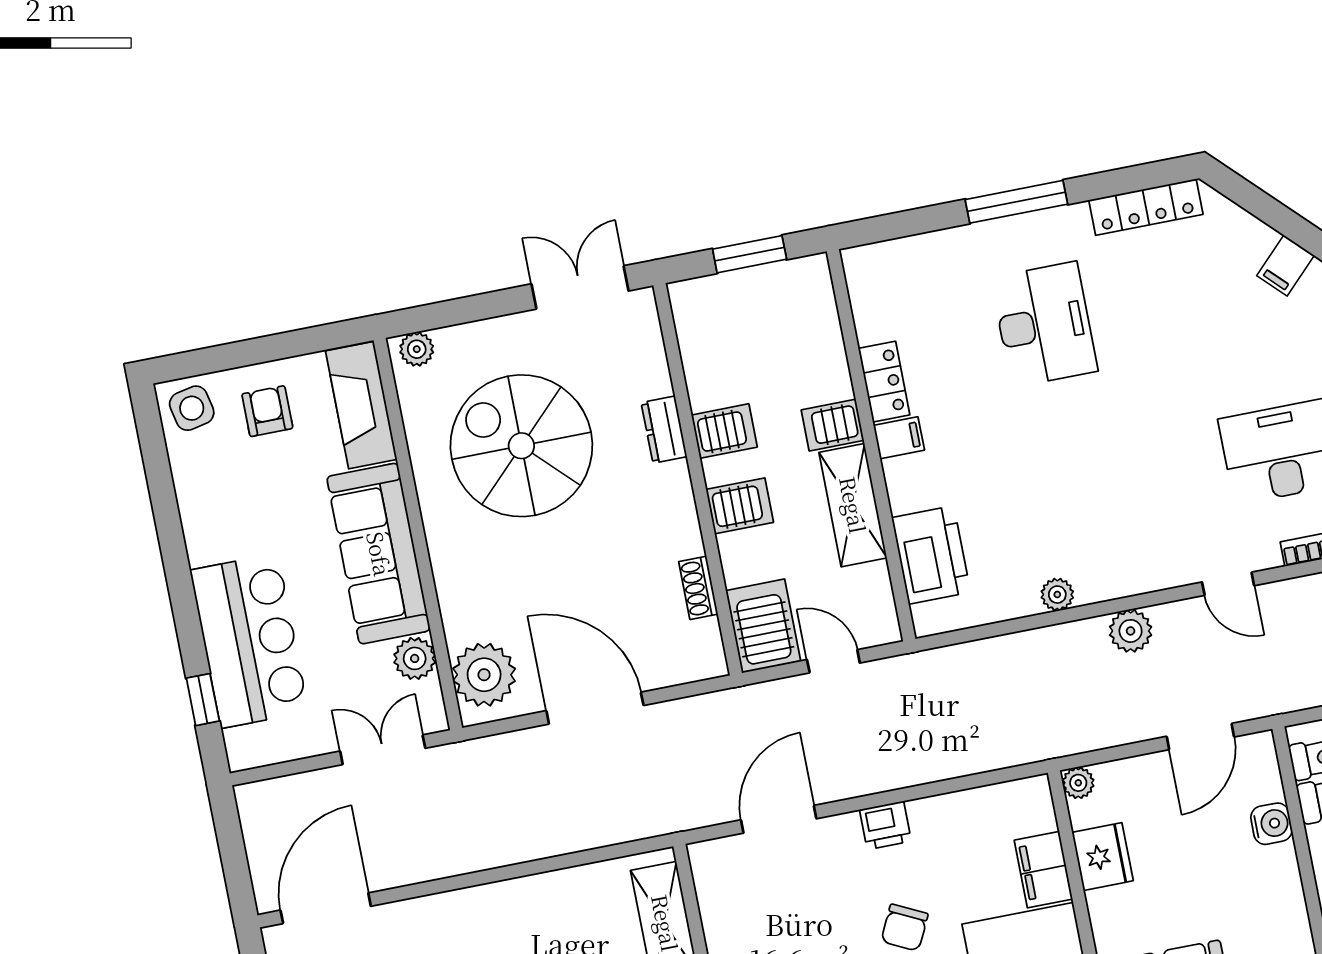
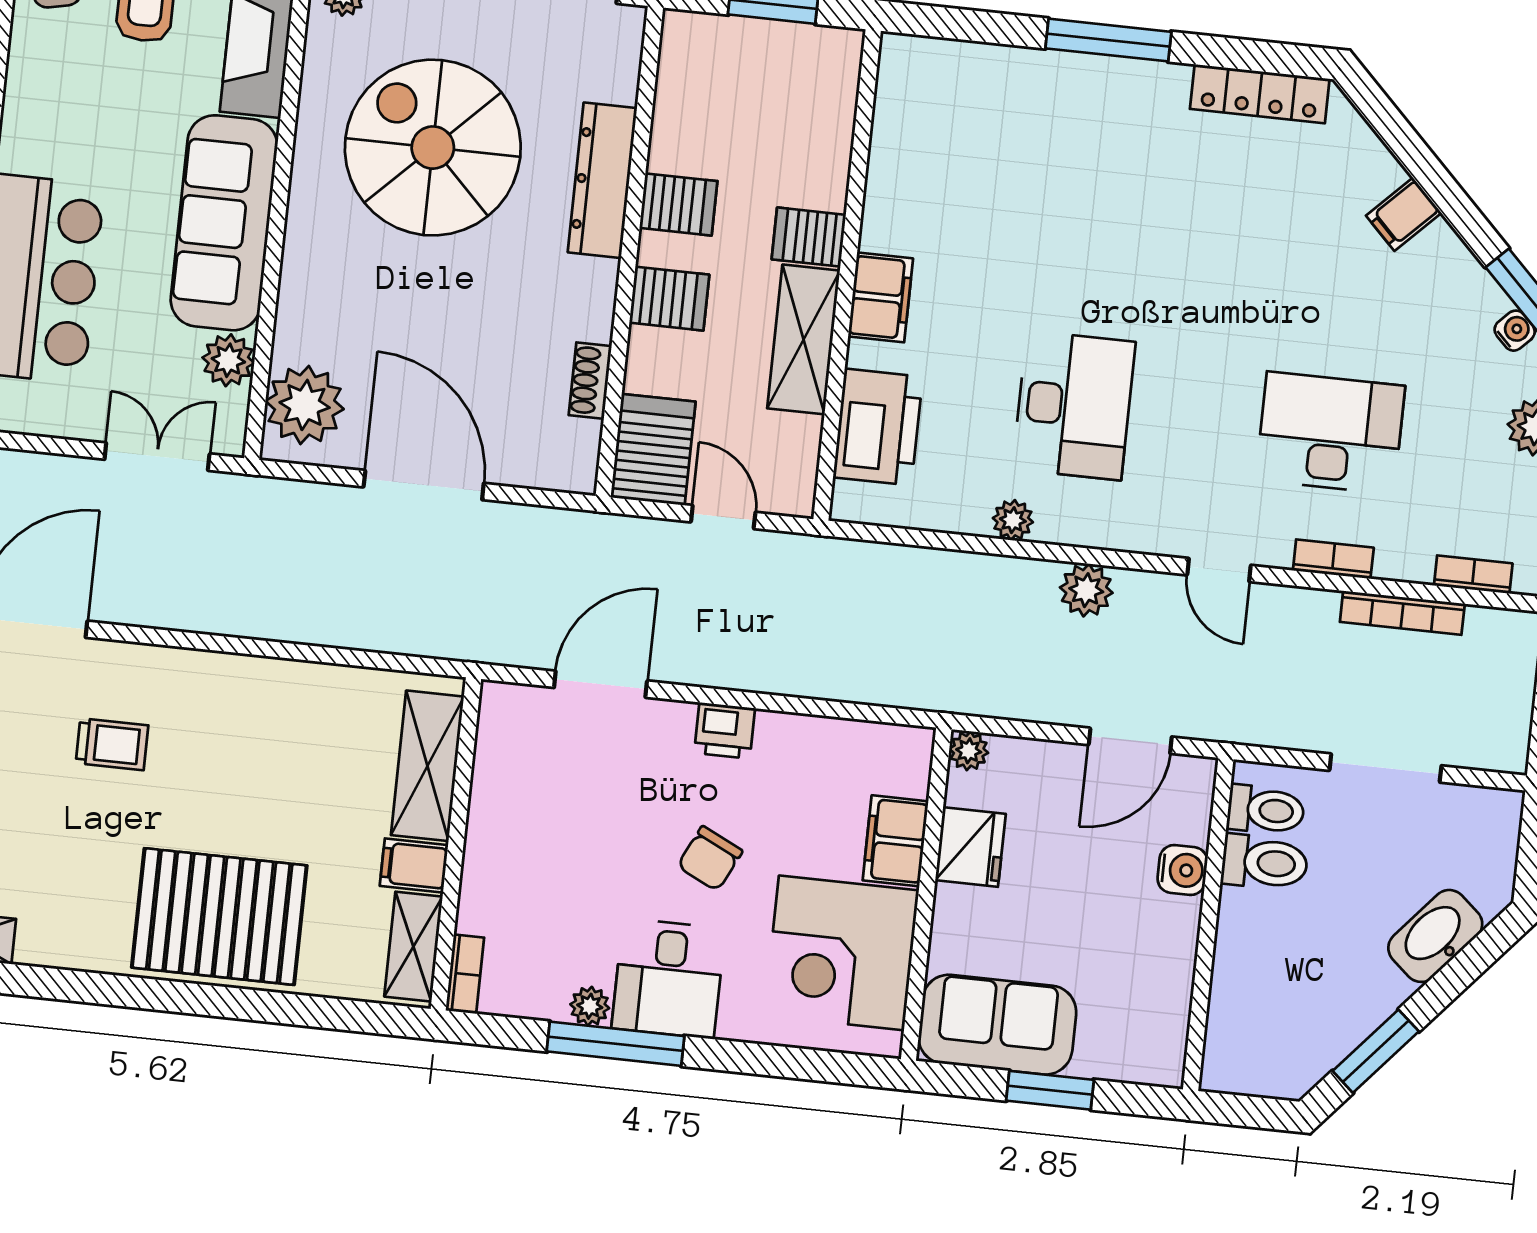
desk: (1044, 324) -> (1074, 405), moved
locker: (884, 382) -> (886, 205), removed
dresser: (664, 430) -> (602, 180), width x1.96, depth x1.24
filing cabinet: (899, 438) -> (881, 297), width x2.00

